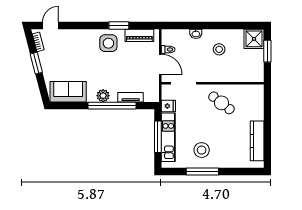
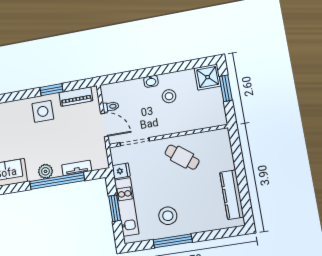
washbasin: (196, 34) -> (151, 81), moved
window: (158, 137) -> (115, 208), width x0.69

